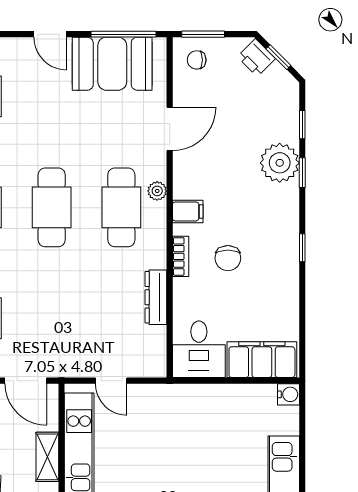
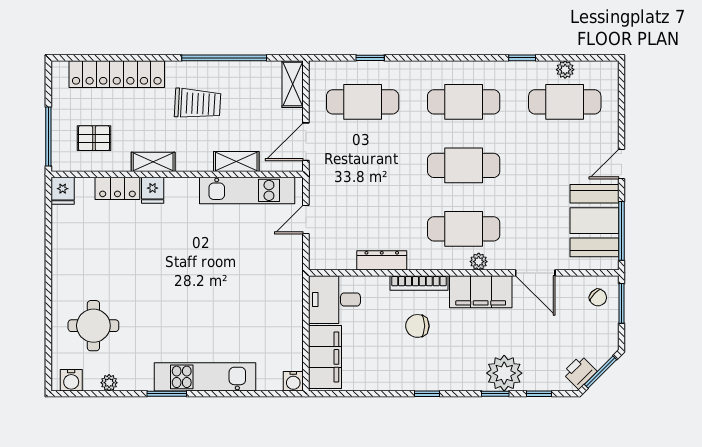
window: (278, 57) -> (601, 372), width x1.50
printer: (256, 58) -> (580, 372), moved
chair: (197, 60) -> (598, 297), turned 134
filing cabinet: (188, 211) -> (481, 292), width x3.00, depth x1.17
bookcase: (181, 256) -> (419, 283), width x1.56

